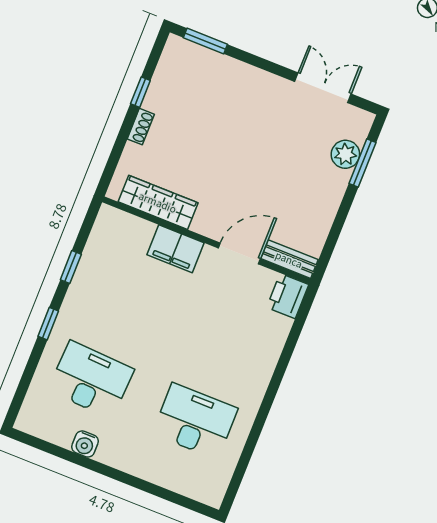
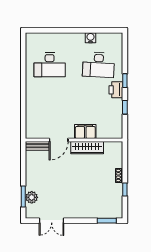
wardrobe: (158, 202) -> (87, 148), moved
printer: (288, 296) -> (116, 90), moved, turned 180

